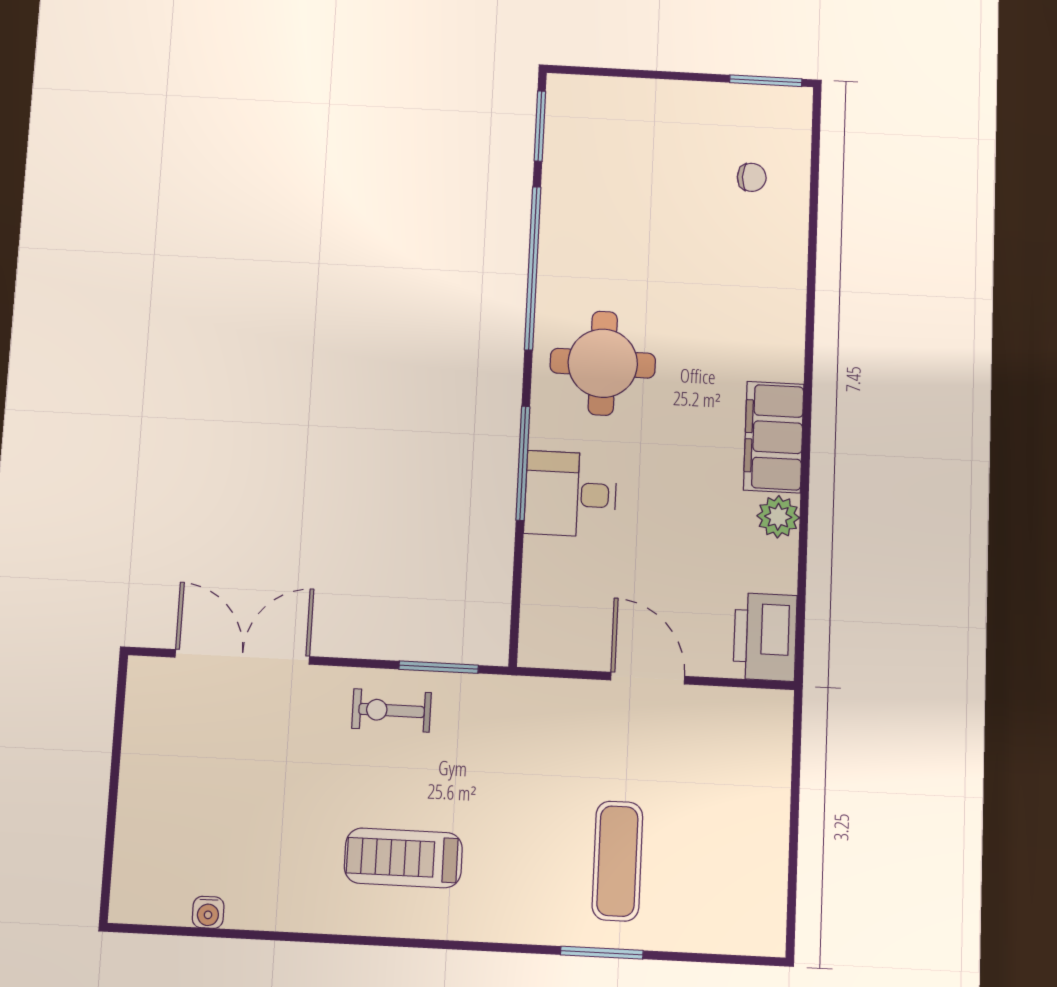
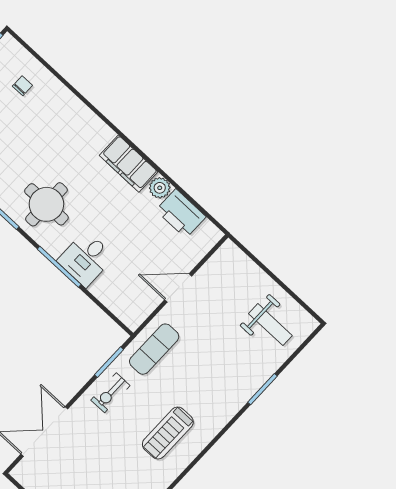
printer: (765, 637) -> (181, 214), moved
exercise mat: (617, 861) -> (154, 349), moved, turned 90
weight bench: (715, 876) -> (270, 325), added

